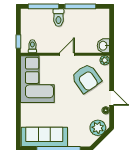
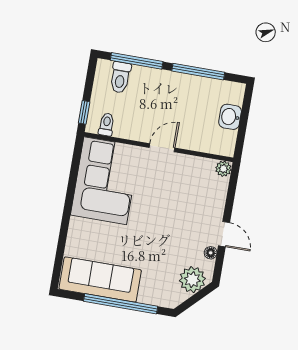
toilet: (58, 18) -> (120, 77), moved
washbasin: (103, 46) -> (230, 117), moved
armchair: (86, 78) -> (188, 194), removed

